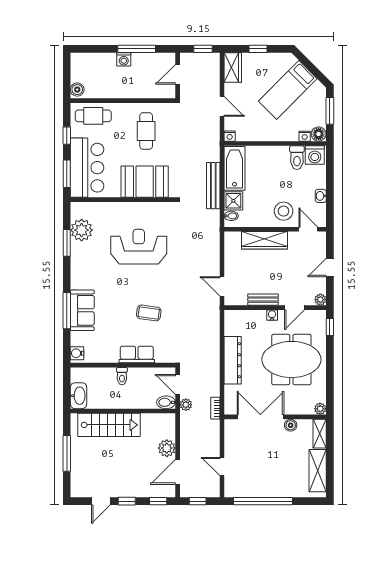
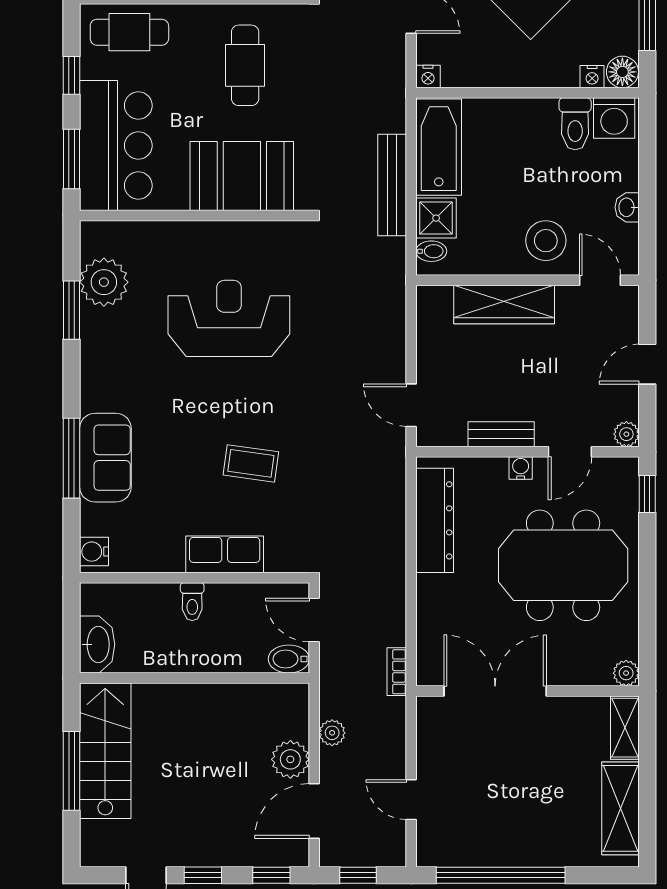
dresser: (233, 360) -> (435, 520), moved
plant: (186, 405) -> (332, 733), moved
stairs: (109, 425) -> (105, 751), moved, turned -90
boiler: (291, 425) -> (561, 709), removed

